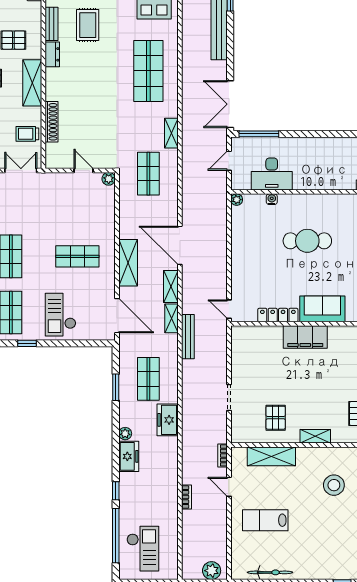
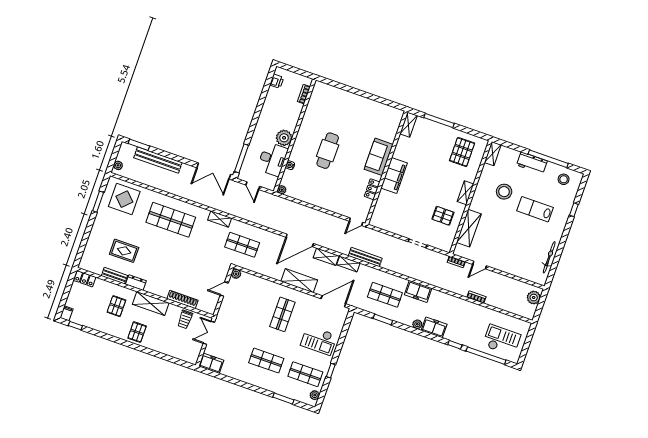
plant: (304, 179) -> (284, 138), added
locker: (278, 315) -> (372, 189), width x0.66
lab bench: (265, 520) -> (535, 209), moved, turned 90

